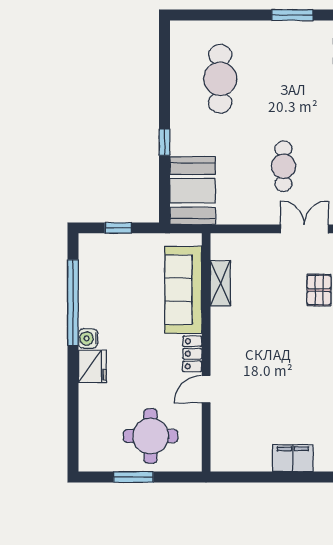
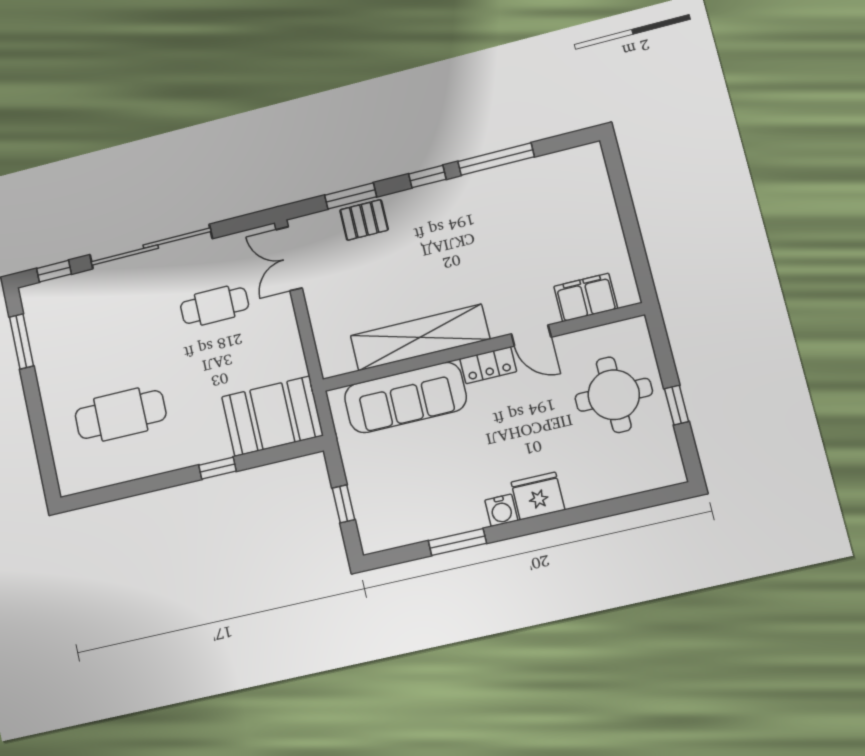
shelving: (220, 283) -> (420, 337), width x2.20, depth x1.33
window: (73, 302) -> (457, 542), width x0.47
filing cabinet: (293, 458) -> (586, 297), moved, turned 90
window: (133, 477) -> (677, 405), width x0.67

